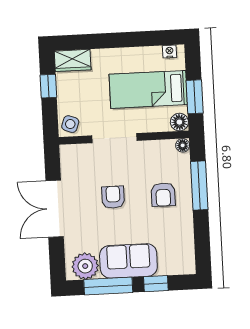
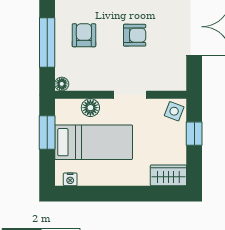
window: (48, 86) -> (194, 134), moved
floor lamp: (179, 122) -> (90, 108), moved
doorway: (114, 138) -> (130, 95), width x0.73
armchair: (113, 197) -> (135, 35), turned -90

